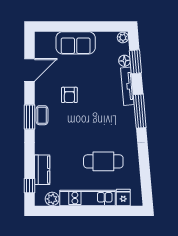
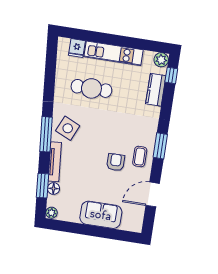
coffee table: (42, 115) -> (140, 157), moved
side table: (120, 120) -> (68, 128), added
plant: (52, 199) -> (161, 60), moved

